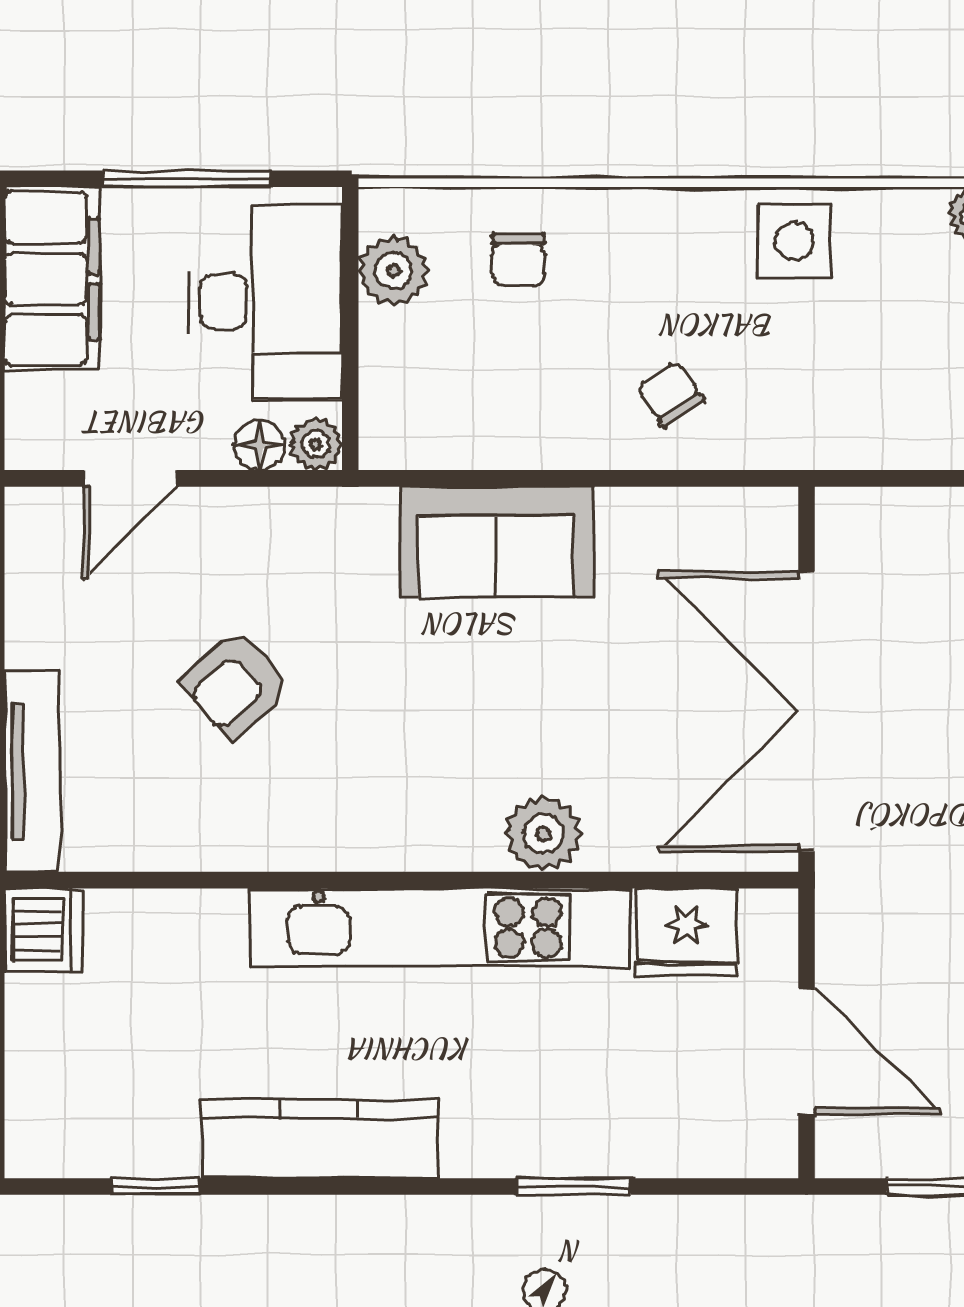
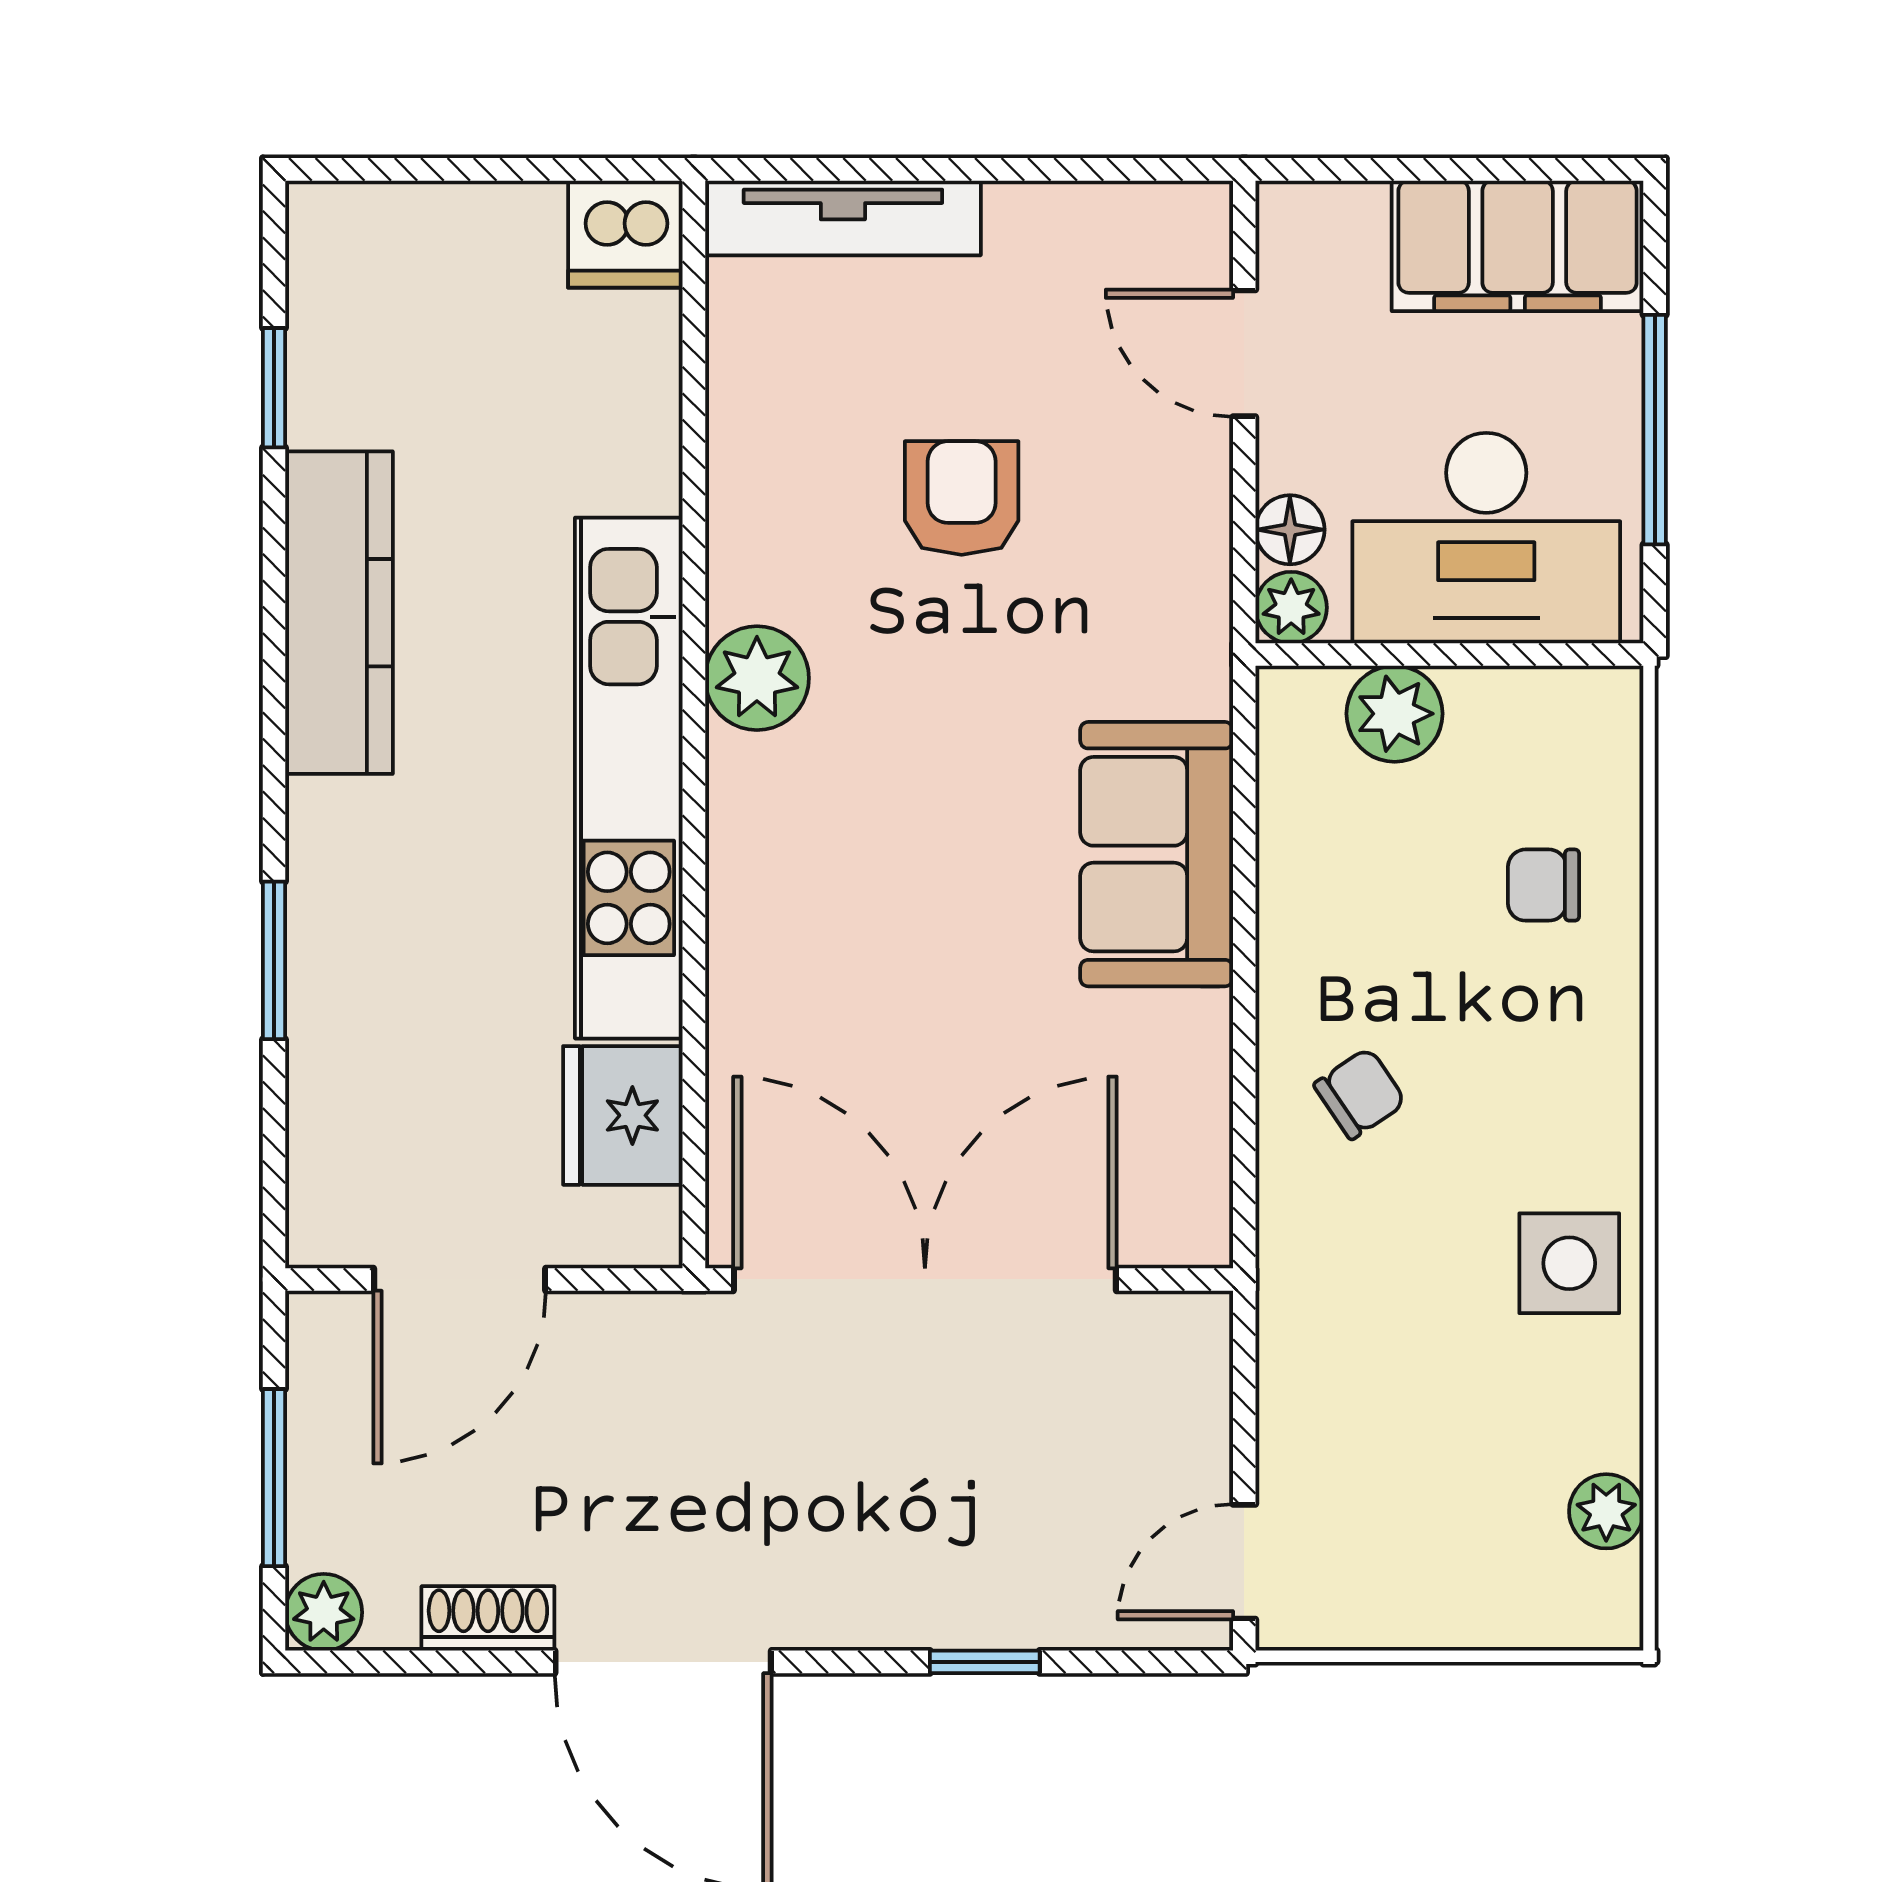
plant: (393, 271) -> (1395, 714), moved
armchair: (236, 685) -> (962, 498), turned 42
plant: (543, 834) -> (757, 678), moved

